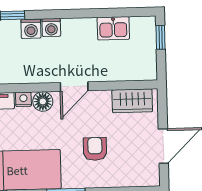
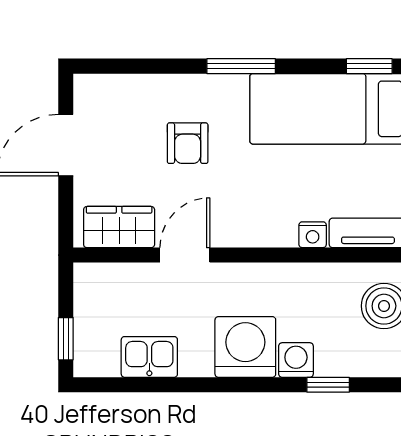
washing machine: (51, 27) -> (245, 347), width x1.89, depth x1.89
door: (74, 87) -> (185, 255), moved
floor lamp: (43, 101) -> (278, 230), removed

